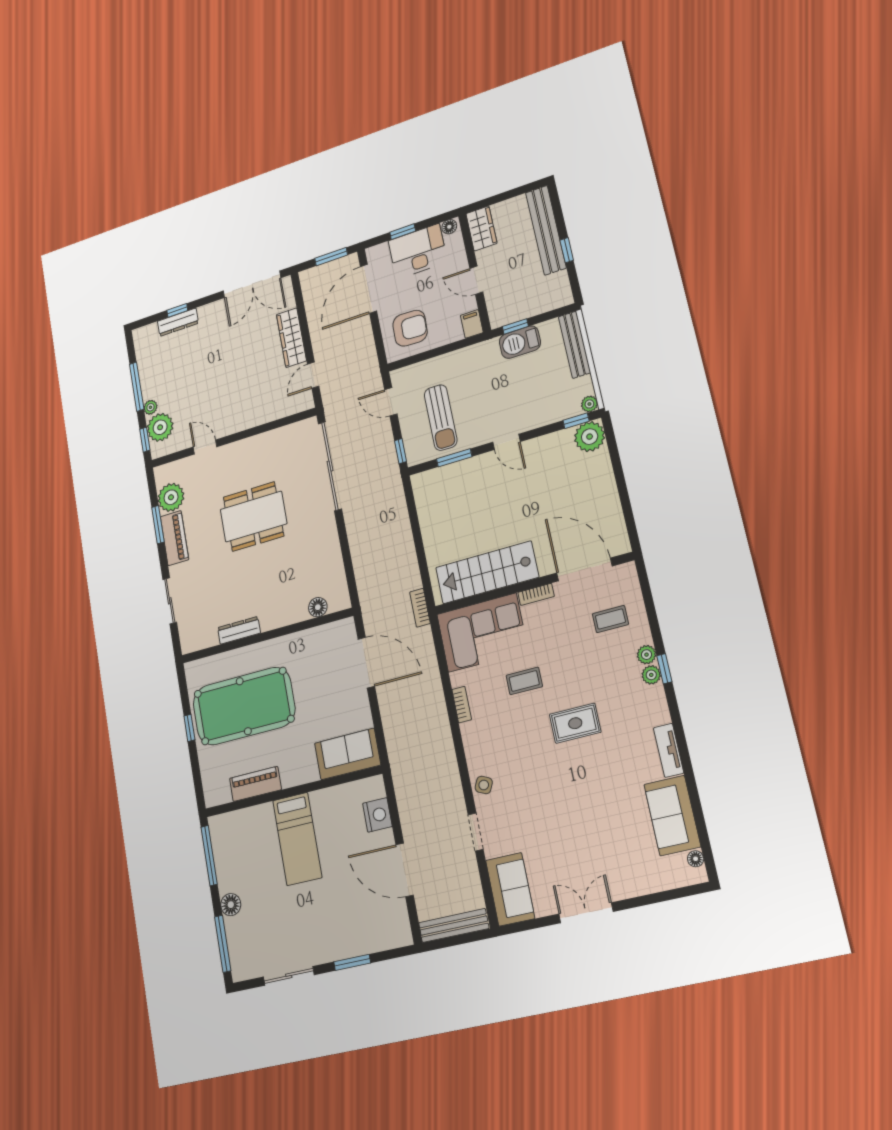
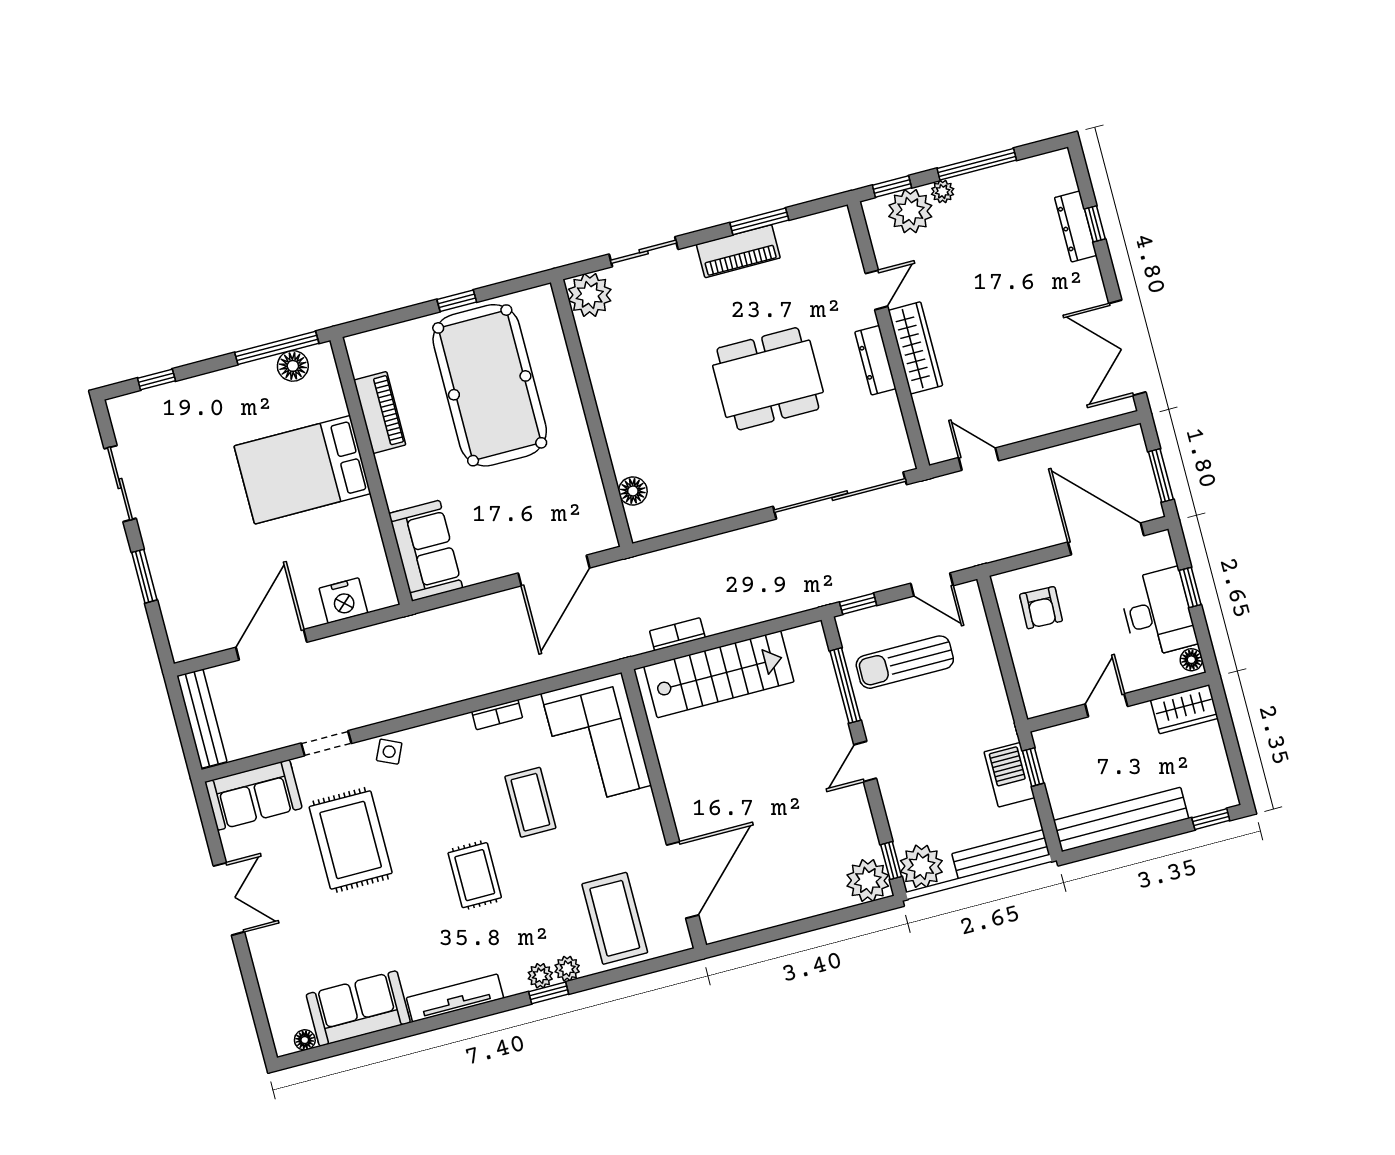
bench: (546, 230) -> (1121, 819), moved
window: (567, 250) -> (1211, 819), moved
filing cabinet: (472, 324) -> (1041, 702), removed
armchair: (410, 328) -> (1041, 608), width x0.72, depth x0.72
wardrobe: (291, 338) -> (915, 348), moved, turned 90
door: (391, 402) -> (932, 584), swing flipped
plant: (589, 404) -> (921, 866), width x1.87, depth x1.87
window: (454, 458) -> (845, 686), width x1.44
plant: (171, 497) -> (590, 295), moved
dining table: (253, 517) -> (768, 379), turned 90
stairs: (487, 572) -> (719, 674), moved, turned 90
bookcase: (536, 594) -> (649, 814), removed
bookcase: (420, 608) -> (677, 634), moved
coffee table: (610, 619) -> (615, 918), width x1.86, depth x1.72
dresser: (239, 630) -> (875, 360), moved, turned 180
coffee table: (524, 681) -> (530, 802), width x1.36, depth x1.30
tv unit: (669, 750) -> (455, 998), width x1.41
rug: (546, 816) -> (351, 840), added
bed: (297, 839) -> (302, 470), width x1.50
floor lamp: (231, 905) -> (293, 366), moved
window: (223, 944) -> (156, 380), width x0.46

